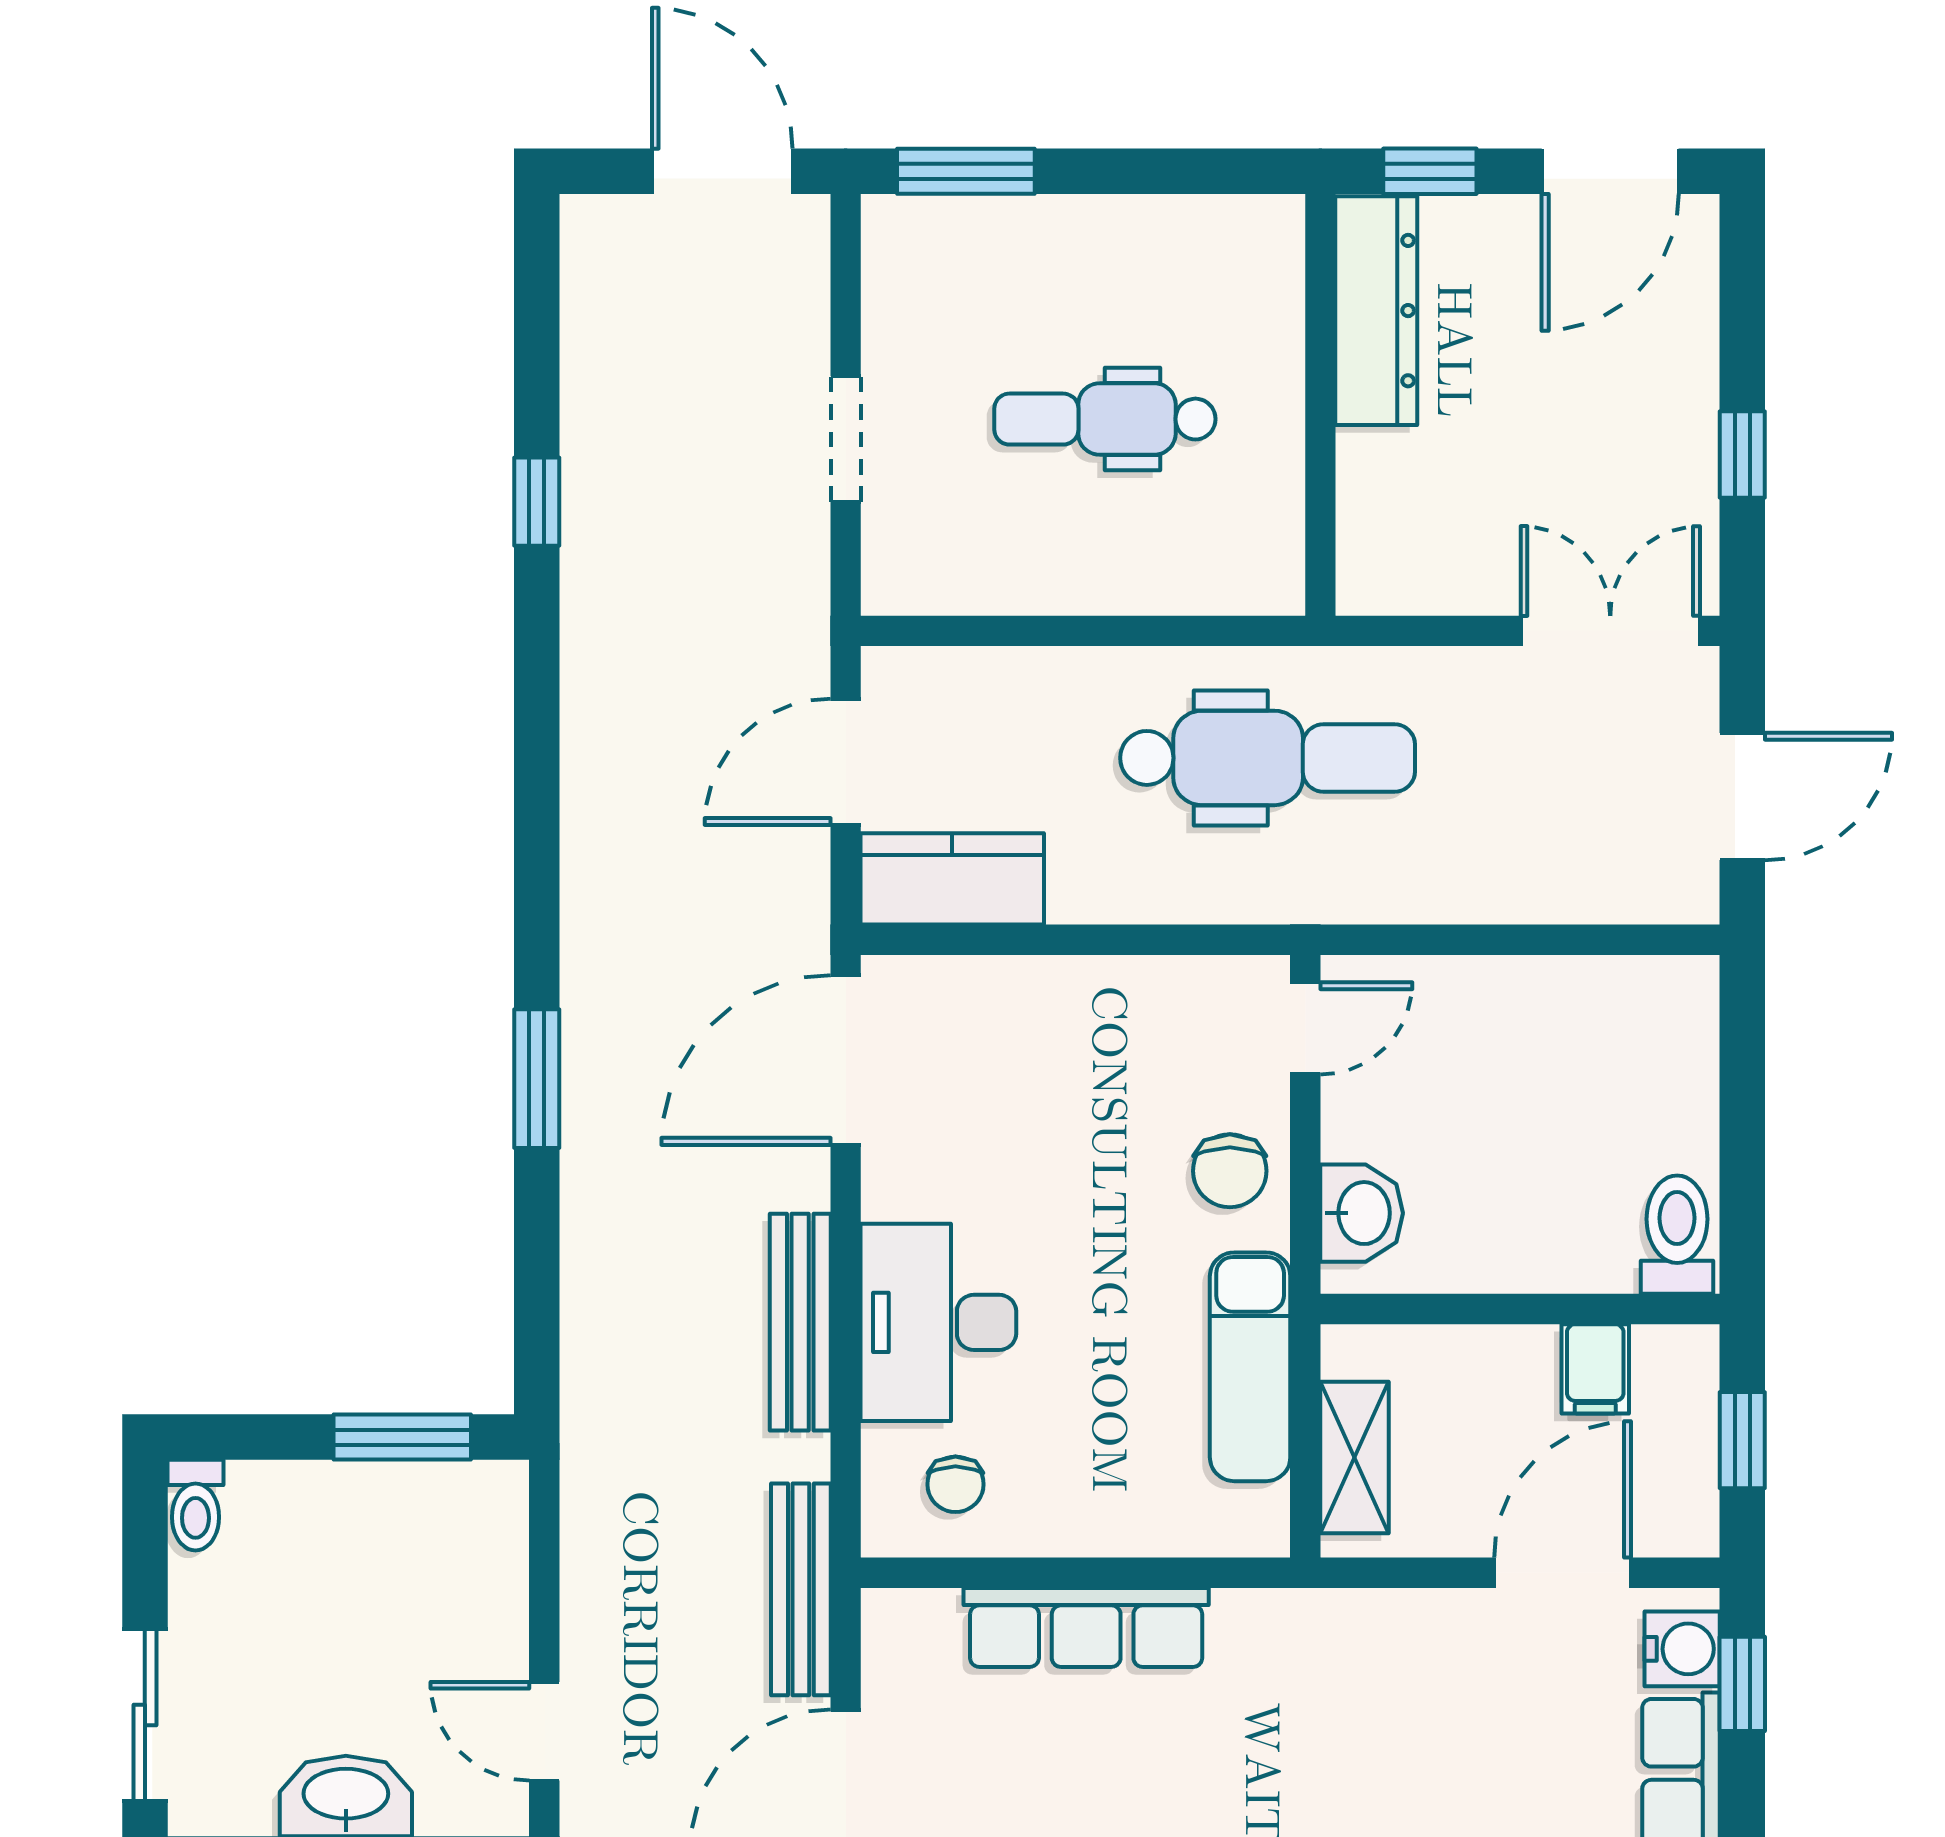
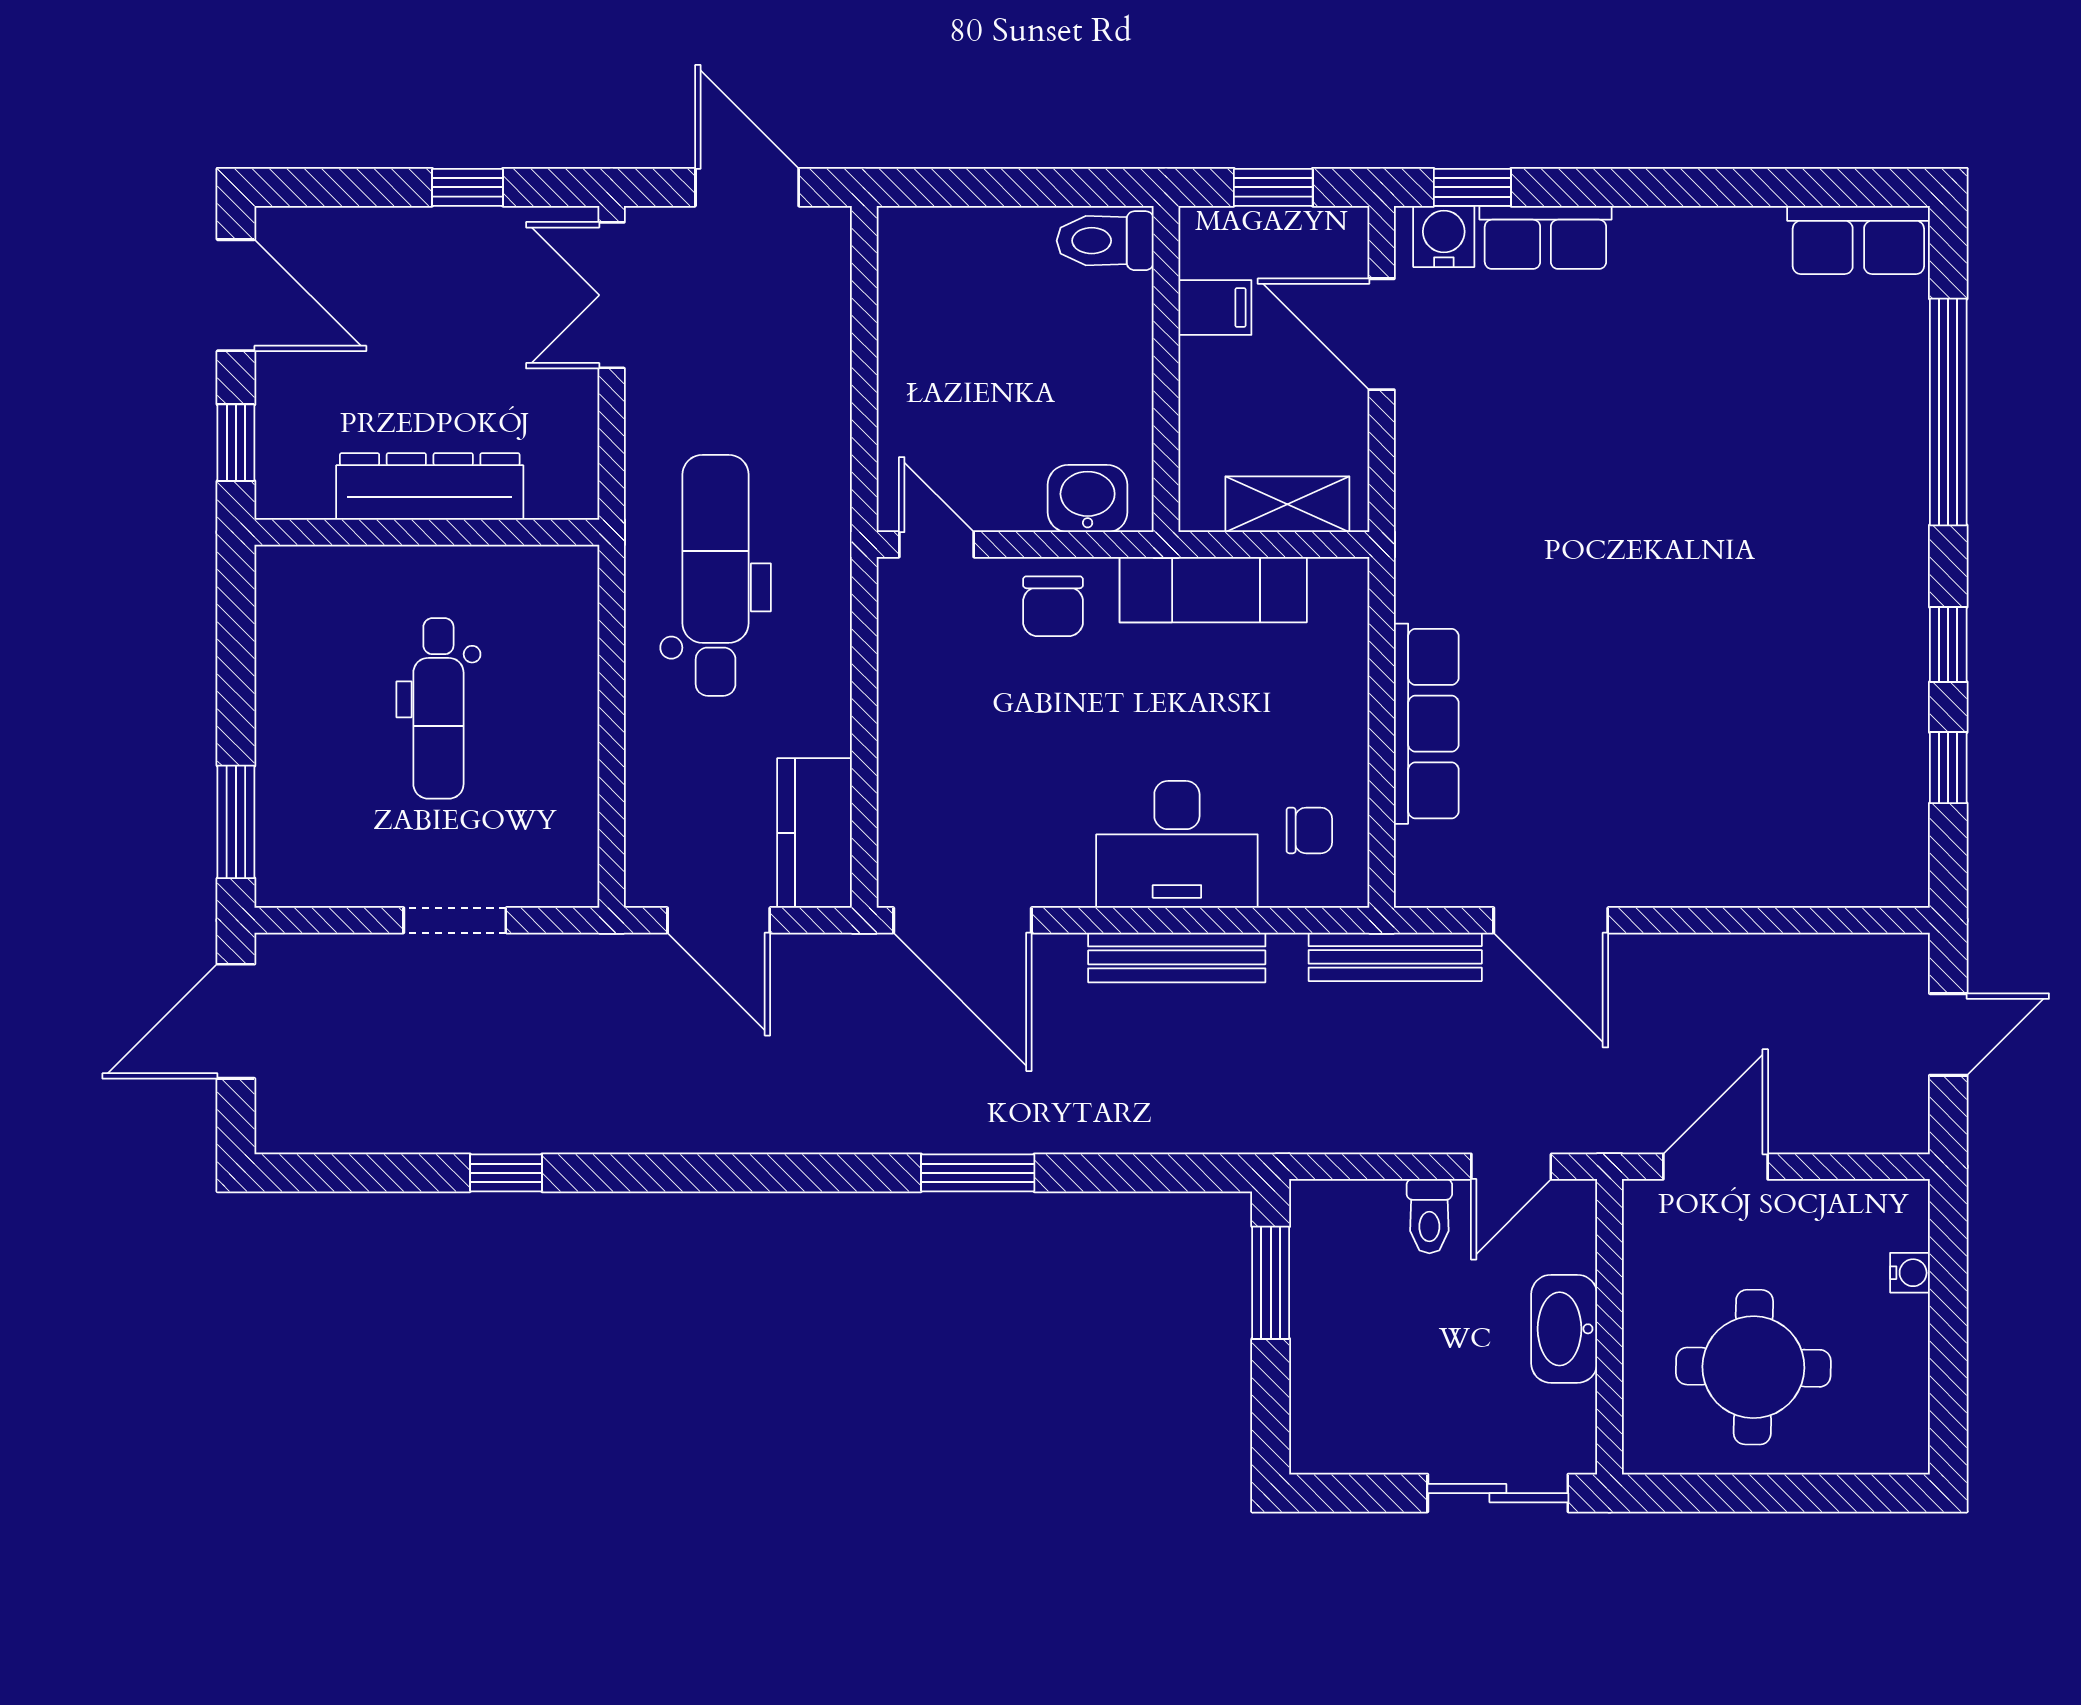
dresser: (1376, 311) -> (430, 487), moved
chair: (1230, 1171) -> (1053, 606), turned 90
toilet: (195, 1505) -> (1429, 1216), moved, turned 90

